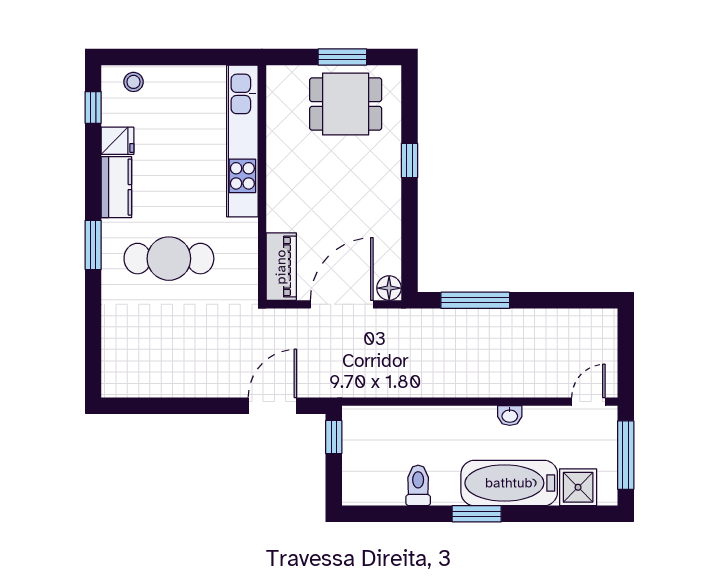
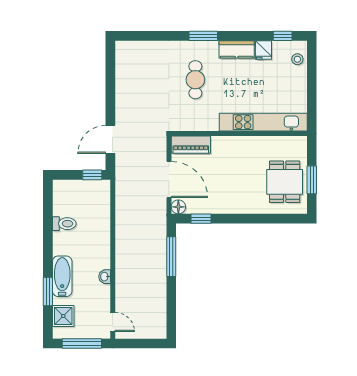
window: (409, 160) -> (201, 219), moved
cafe table: (169, 259) -> (195, 80), width x0.73, depth x0.74
door: (272, 406) -> (110, 139), swing flipped
bathtub: (509, 483) -> (62, 276), width x0.73, depth x0.73
window: (477, 514) -> (48, 292), moved

